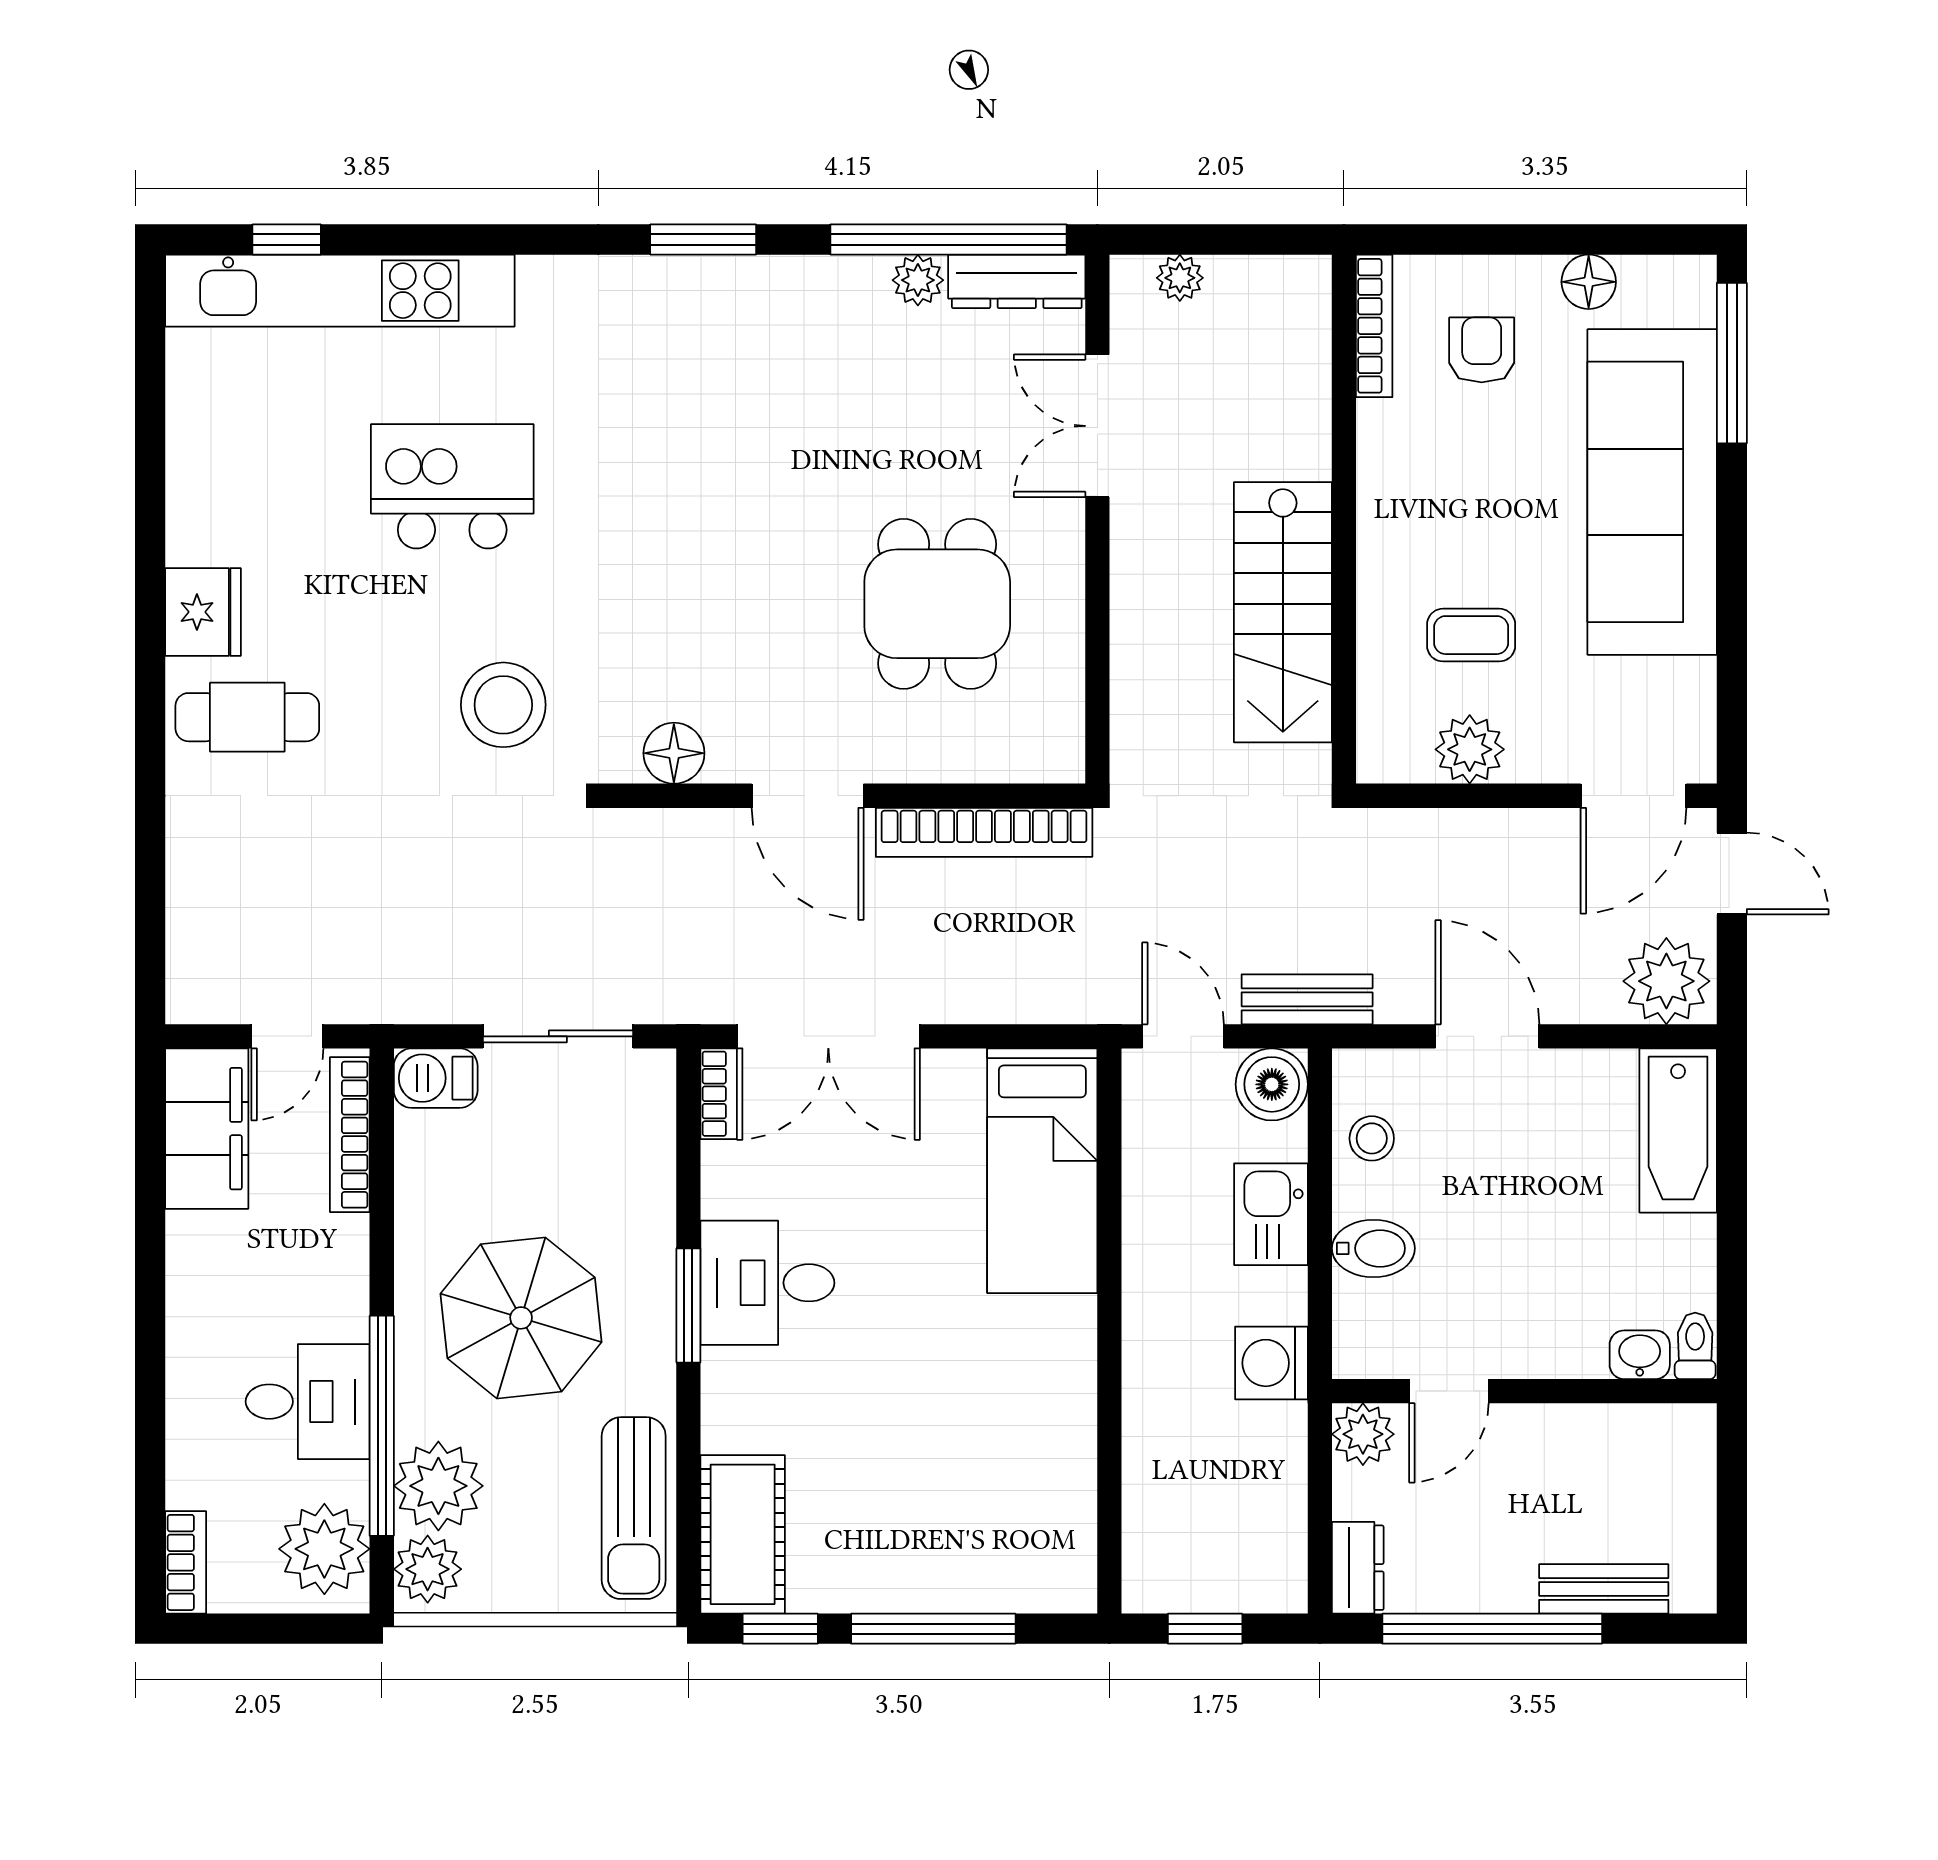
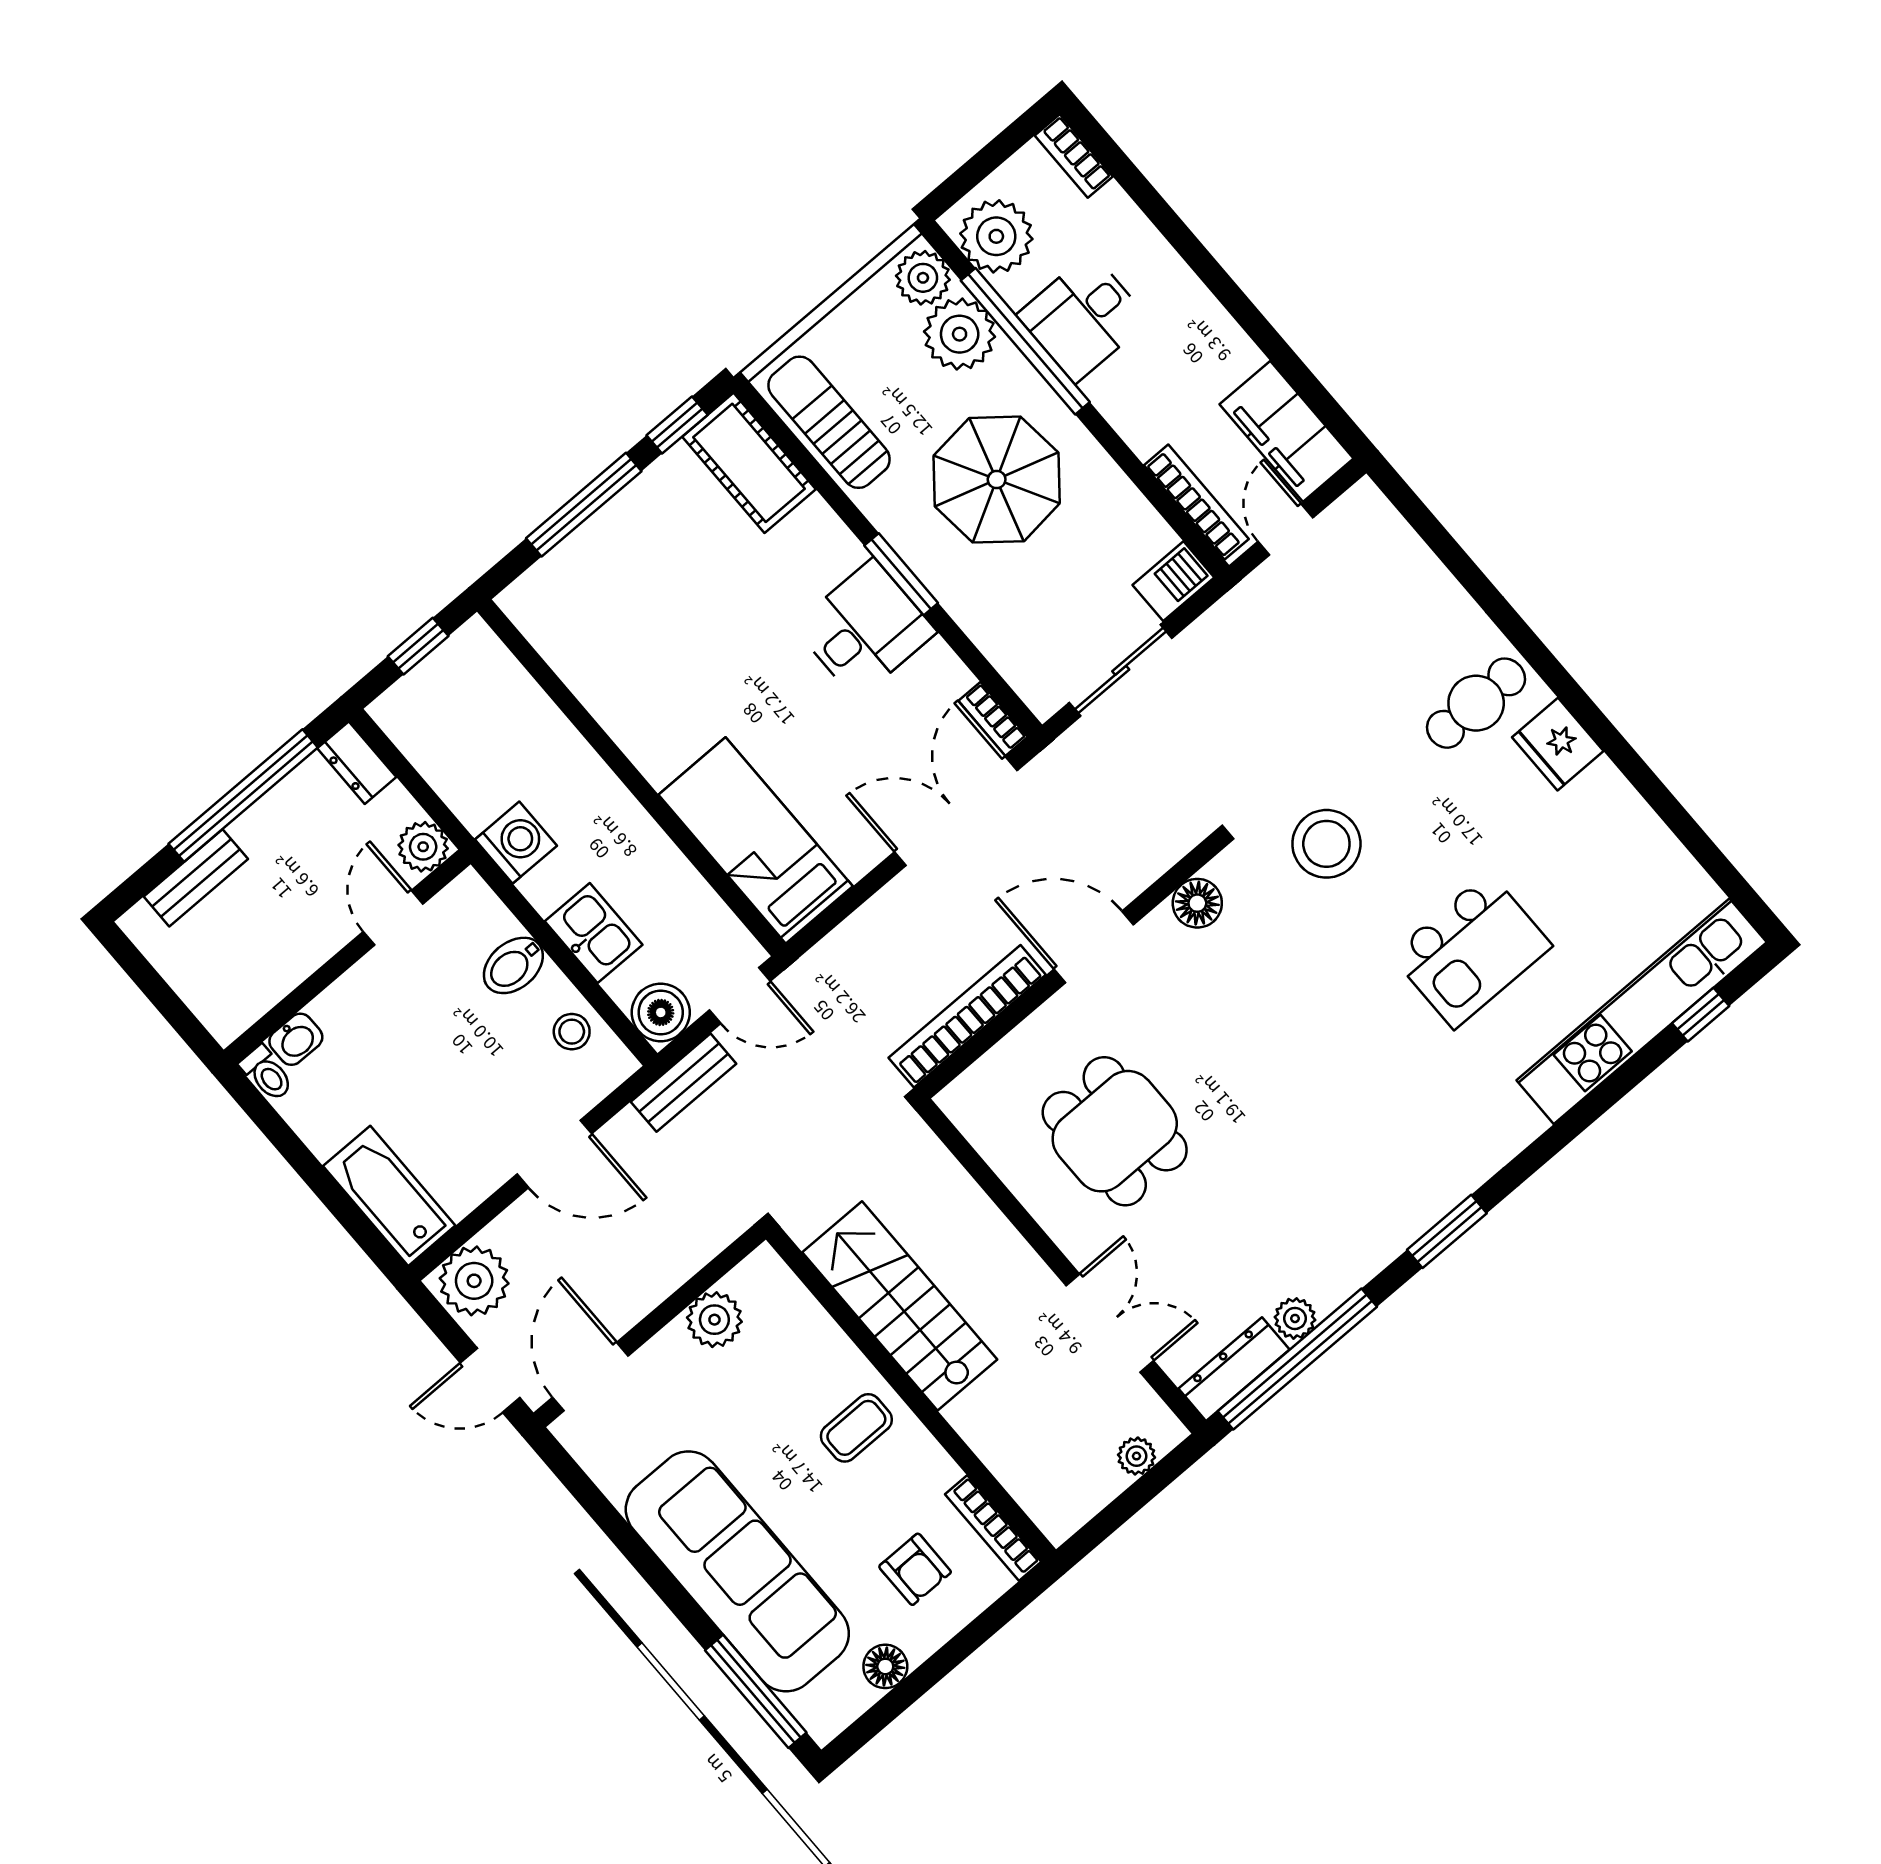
coffee table: (1471, 635) -> (856, 1428), moved

